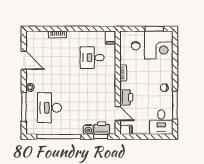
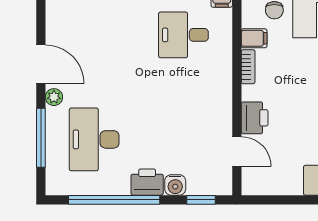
door: (24, 60) -> (41, 64), moved
printer: (102, 128) -> (147, 182), moved
filing cabinet: (126, 130) -> (254, 38), moved

